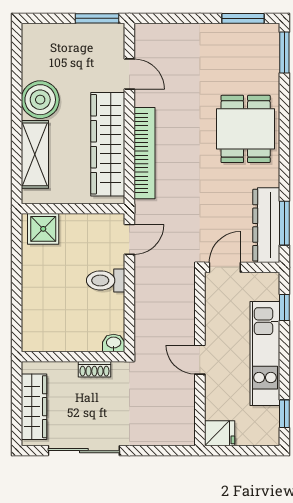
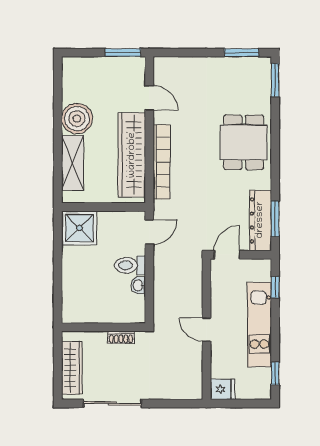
shower: (43, 229) -> (79, 228), width x1.36, depth x1.36
washbasin: (114, 343) -> (138, 285), moved, turned -90

